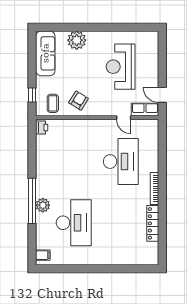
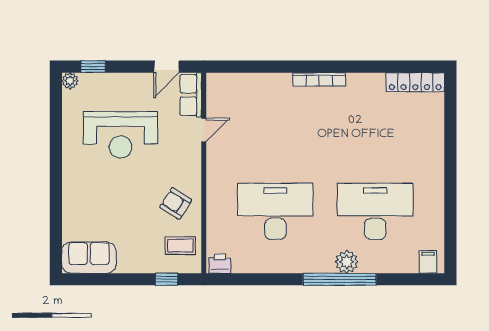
plant: (77, 40) -> (70, 81), moved, width x0.53, depth x0.53
window: (162, 50) -> (93, 67), added
sofa: (45, 53) -> (89, 258), width x0.73
desk: (121, 162) -> (275, 211), moved
locker: (153, 223) -> (415, 82), moved

